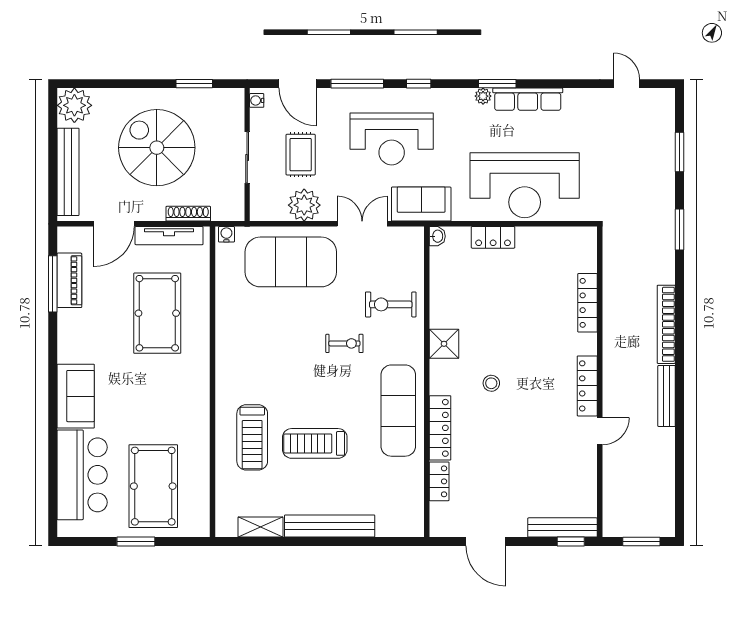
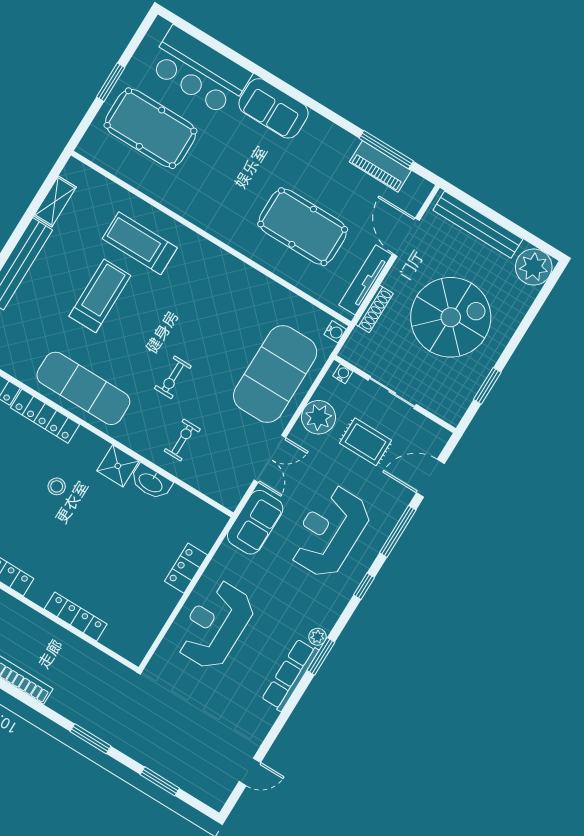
water cooler: (257, 100) -> (343, 374), moved
reception desk: (525, 185) -> (215, 625), width x0.74, depth x0.77
washbasin: (437, 236) -> (151, 482), moved, width x1.91, depth x1.45
exercise bike: (391, 304) -> (182, 440), width x0.73, depth x0.72

